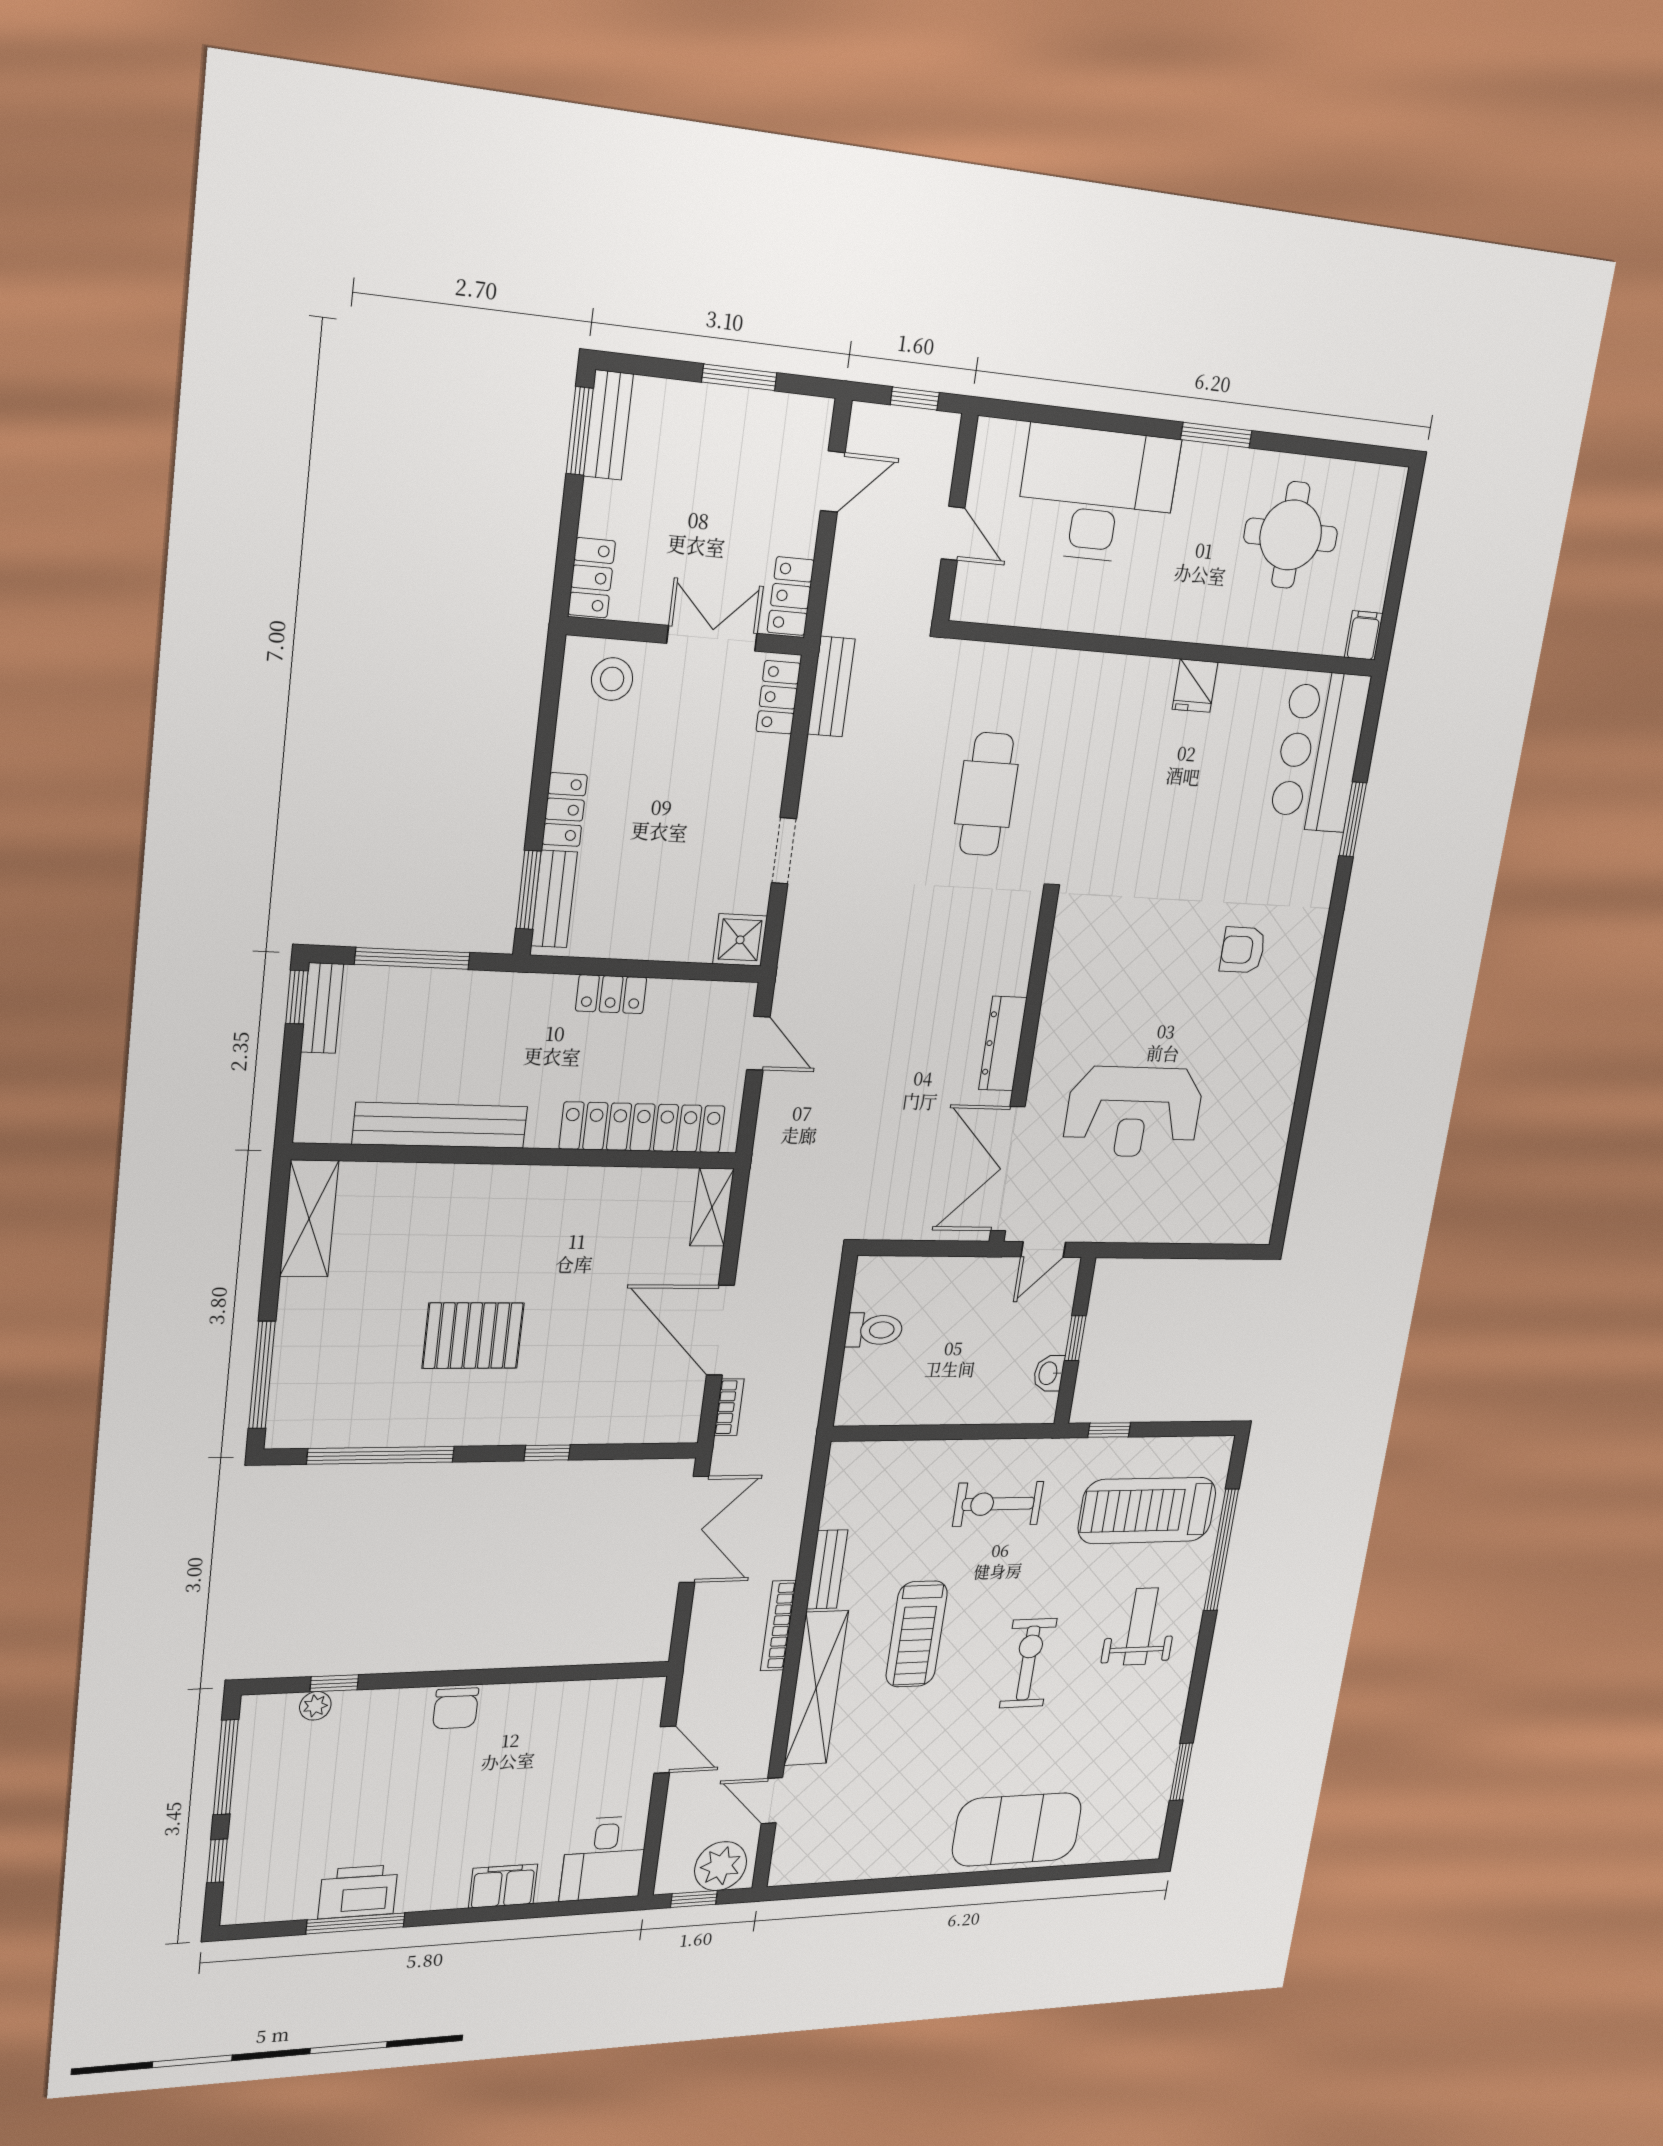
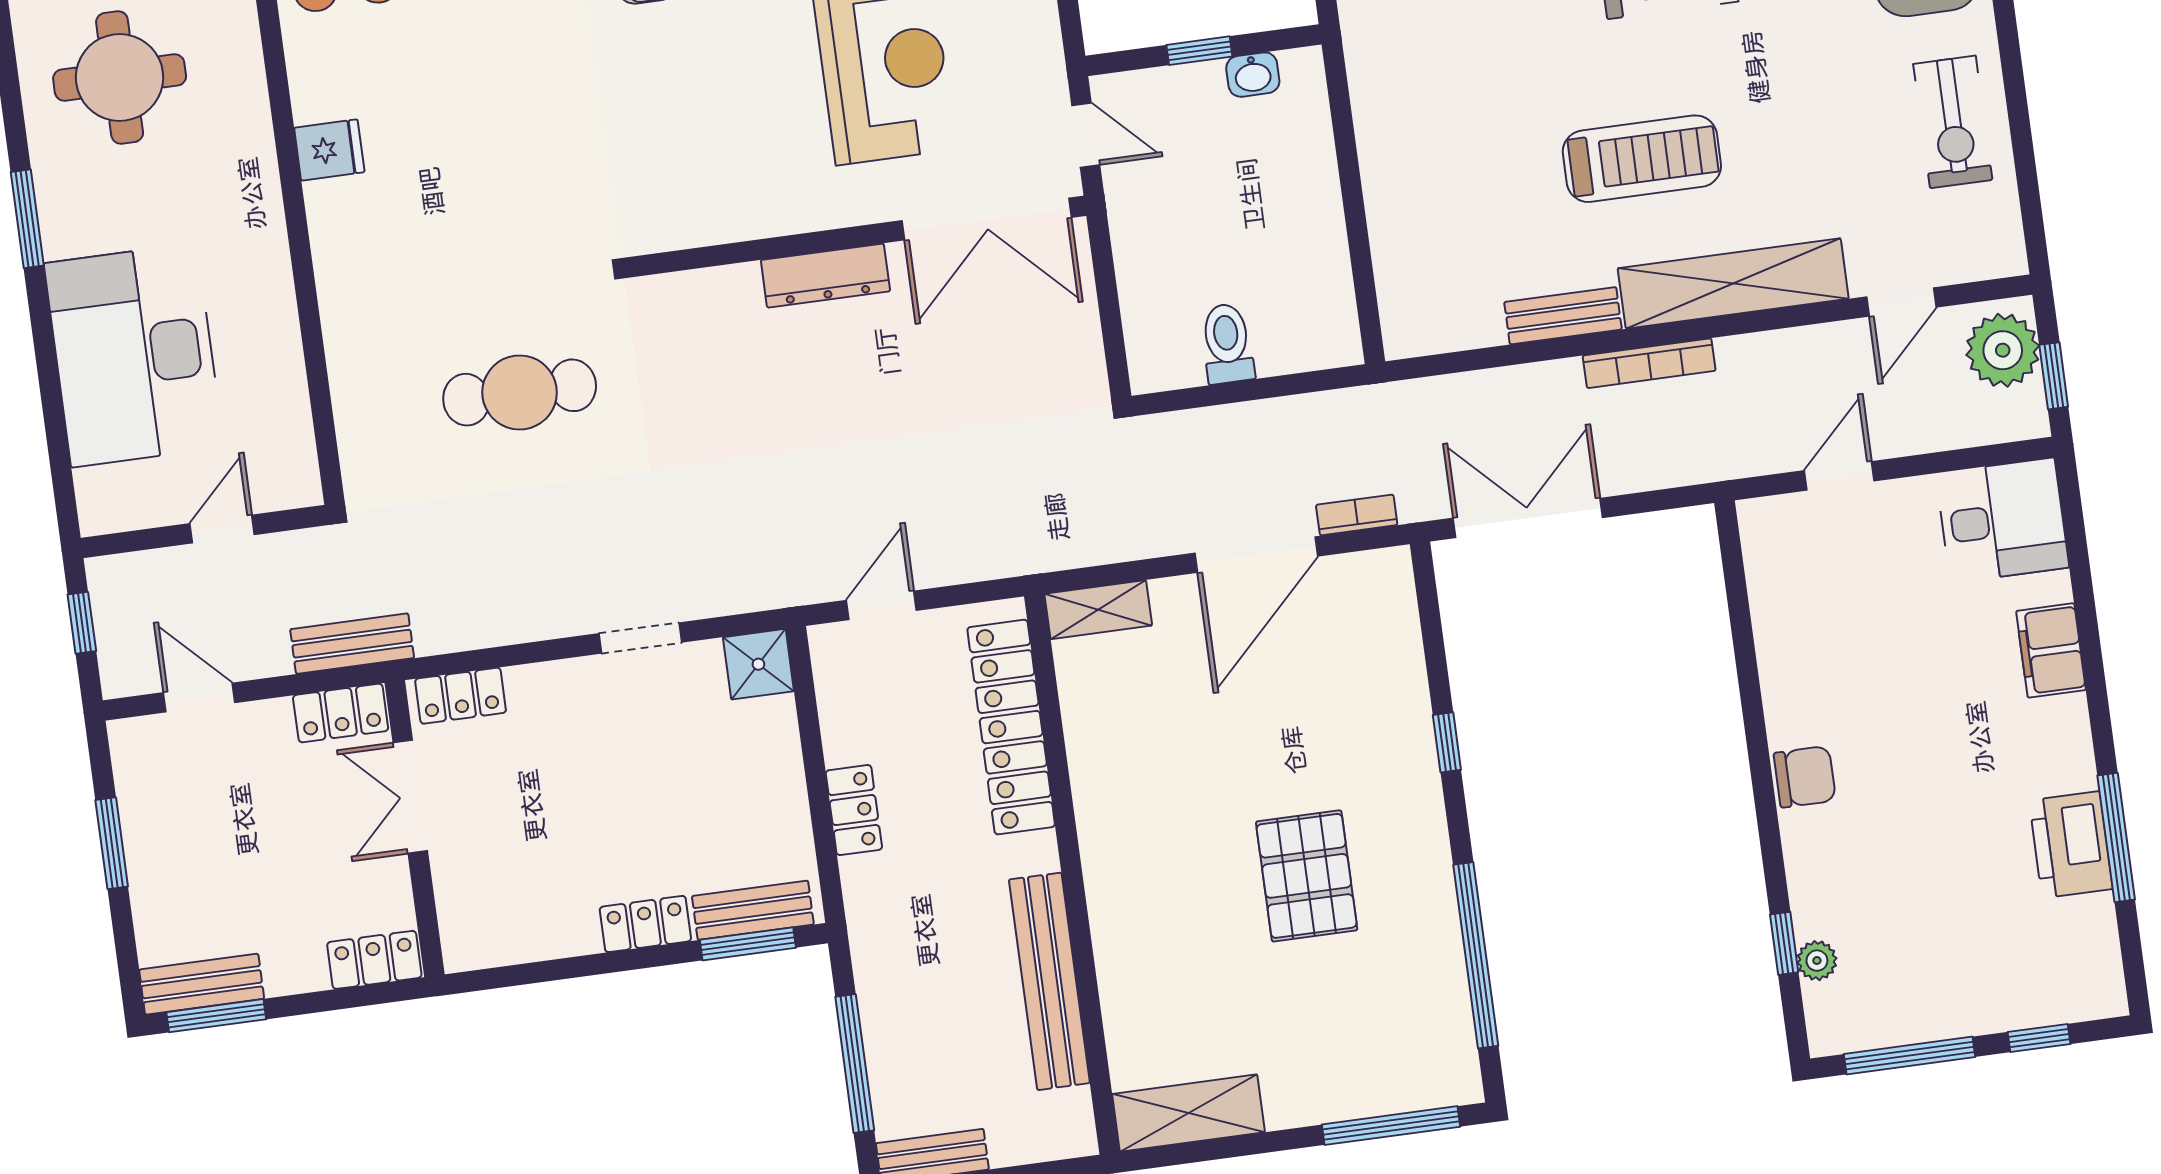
stool: (612, 679) -> (483, 906), removed
bench: (831, 687) -> (352, 644), moved
exercise bike: (998, 1504) -> (1953, 122), moved

